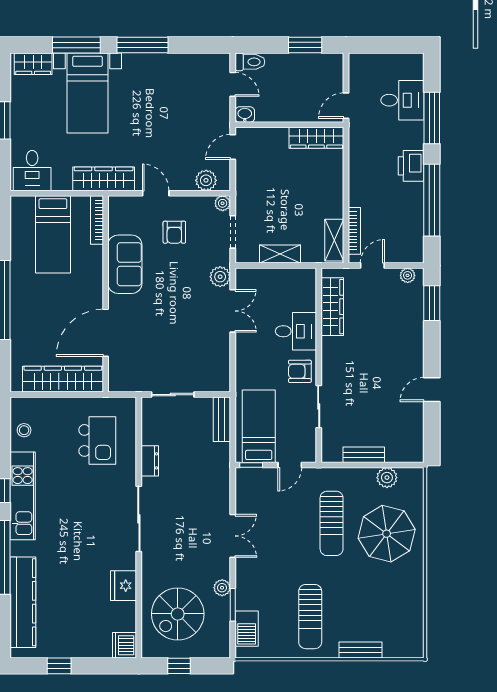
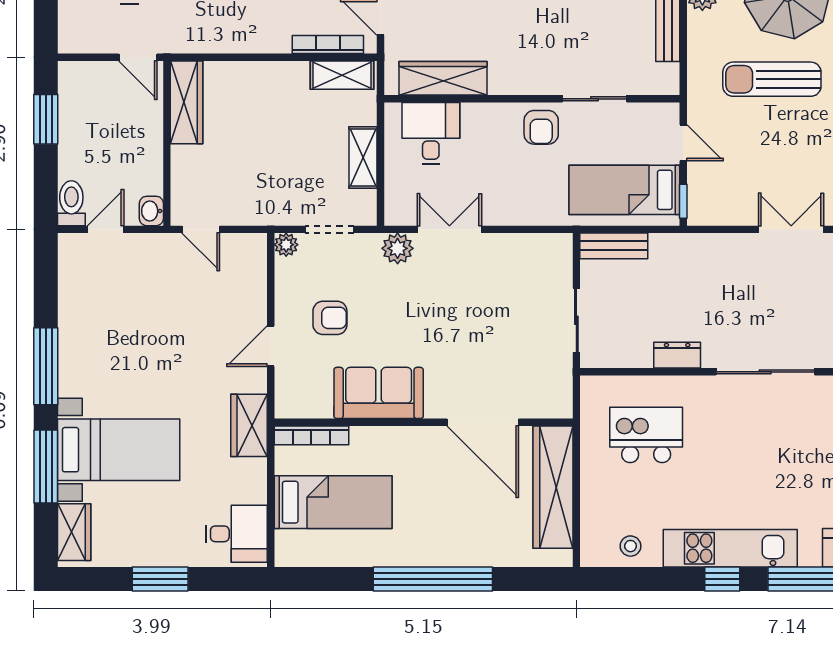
wardrobe: (104, 179) -> (249, 425), width x0.67
plant: (206, 180) -> (251, 270), removed
desk: (296, 331) -> (431, 133), moved
sun lounger: (332, 523) -> (772, 79), turned 180

